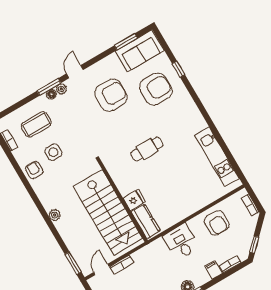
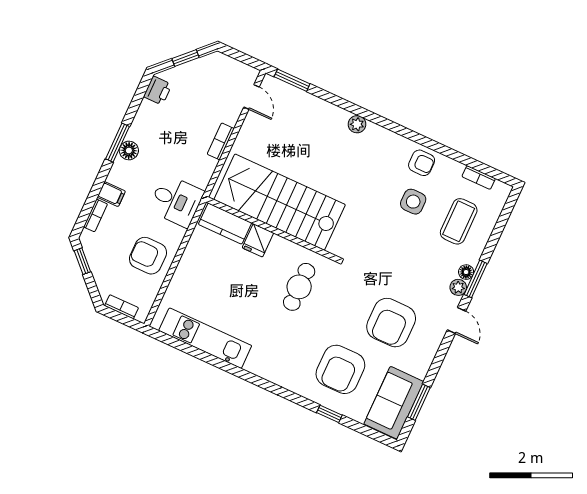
fridge: (134, 200) -> (258, 240), moved
wall: (122, 201) -> (272, 229), moved
stairs: (108, 212) -> (280, 202), moved
kitchen counter: (146, 221) -> (225, 224), moved
bookcase: (122, 265) -> (221, 141), moved

